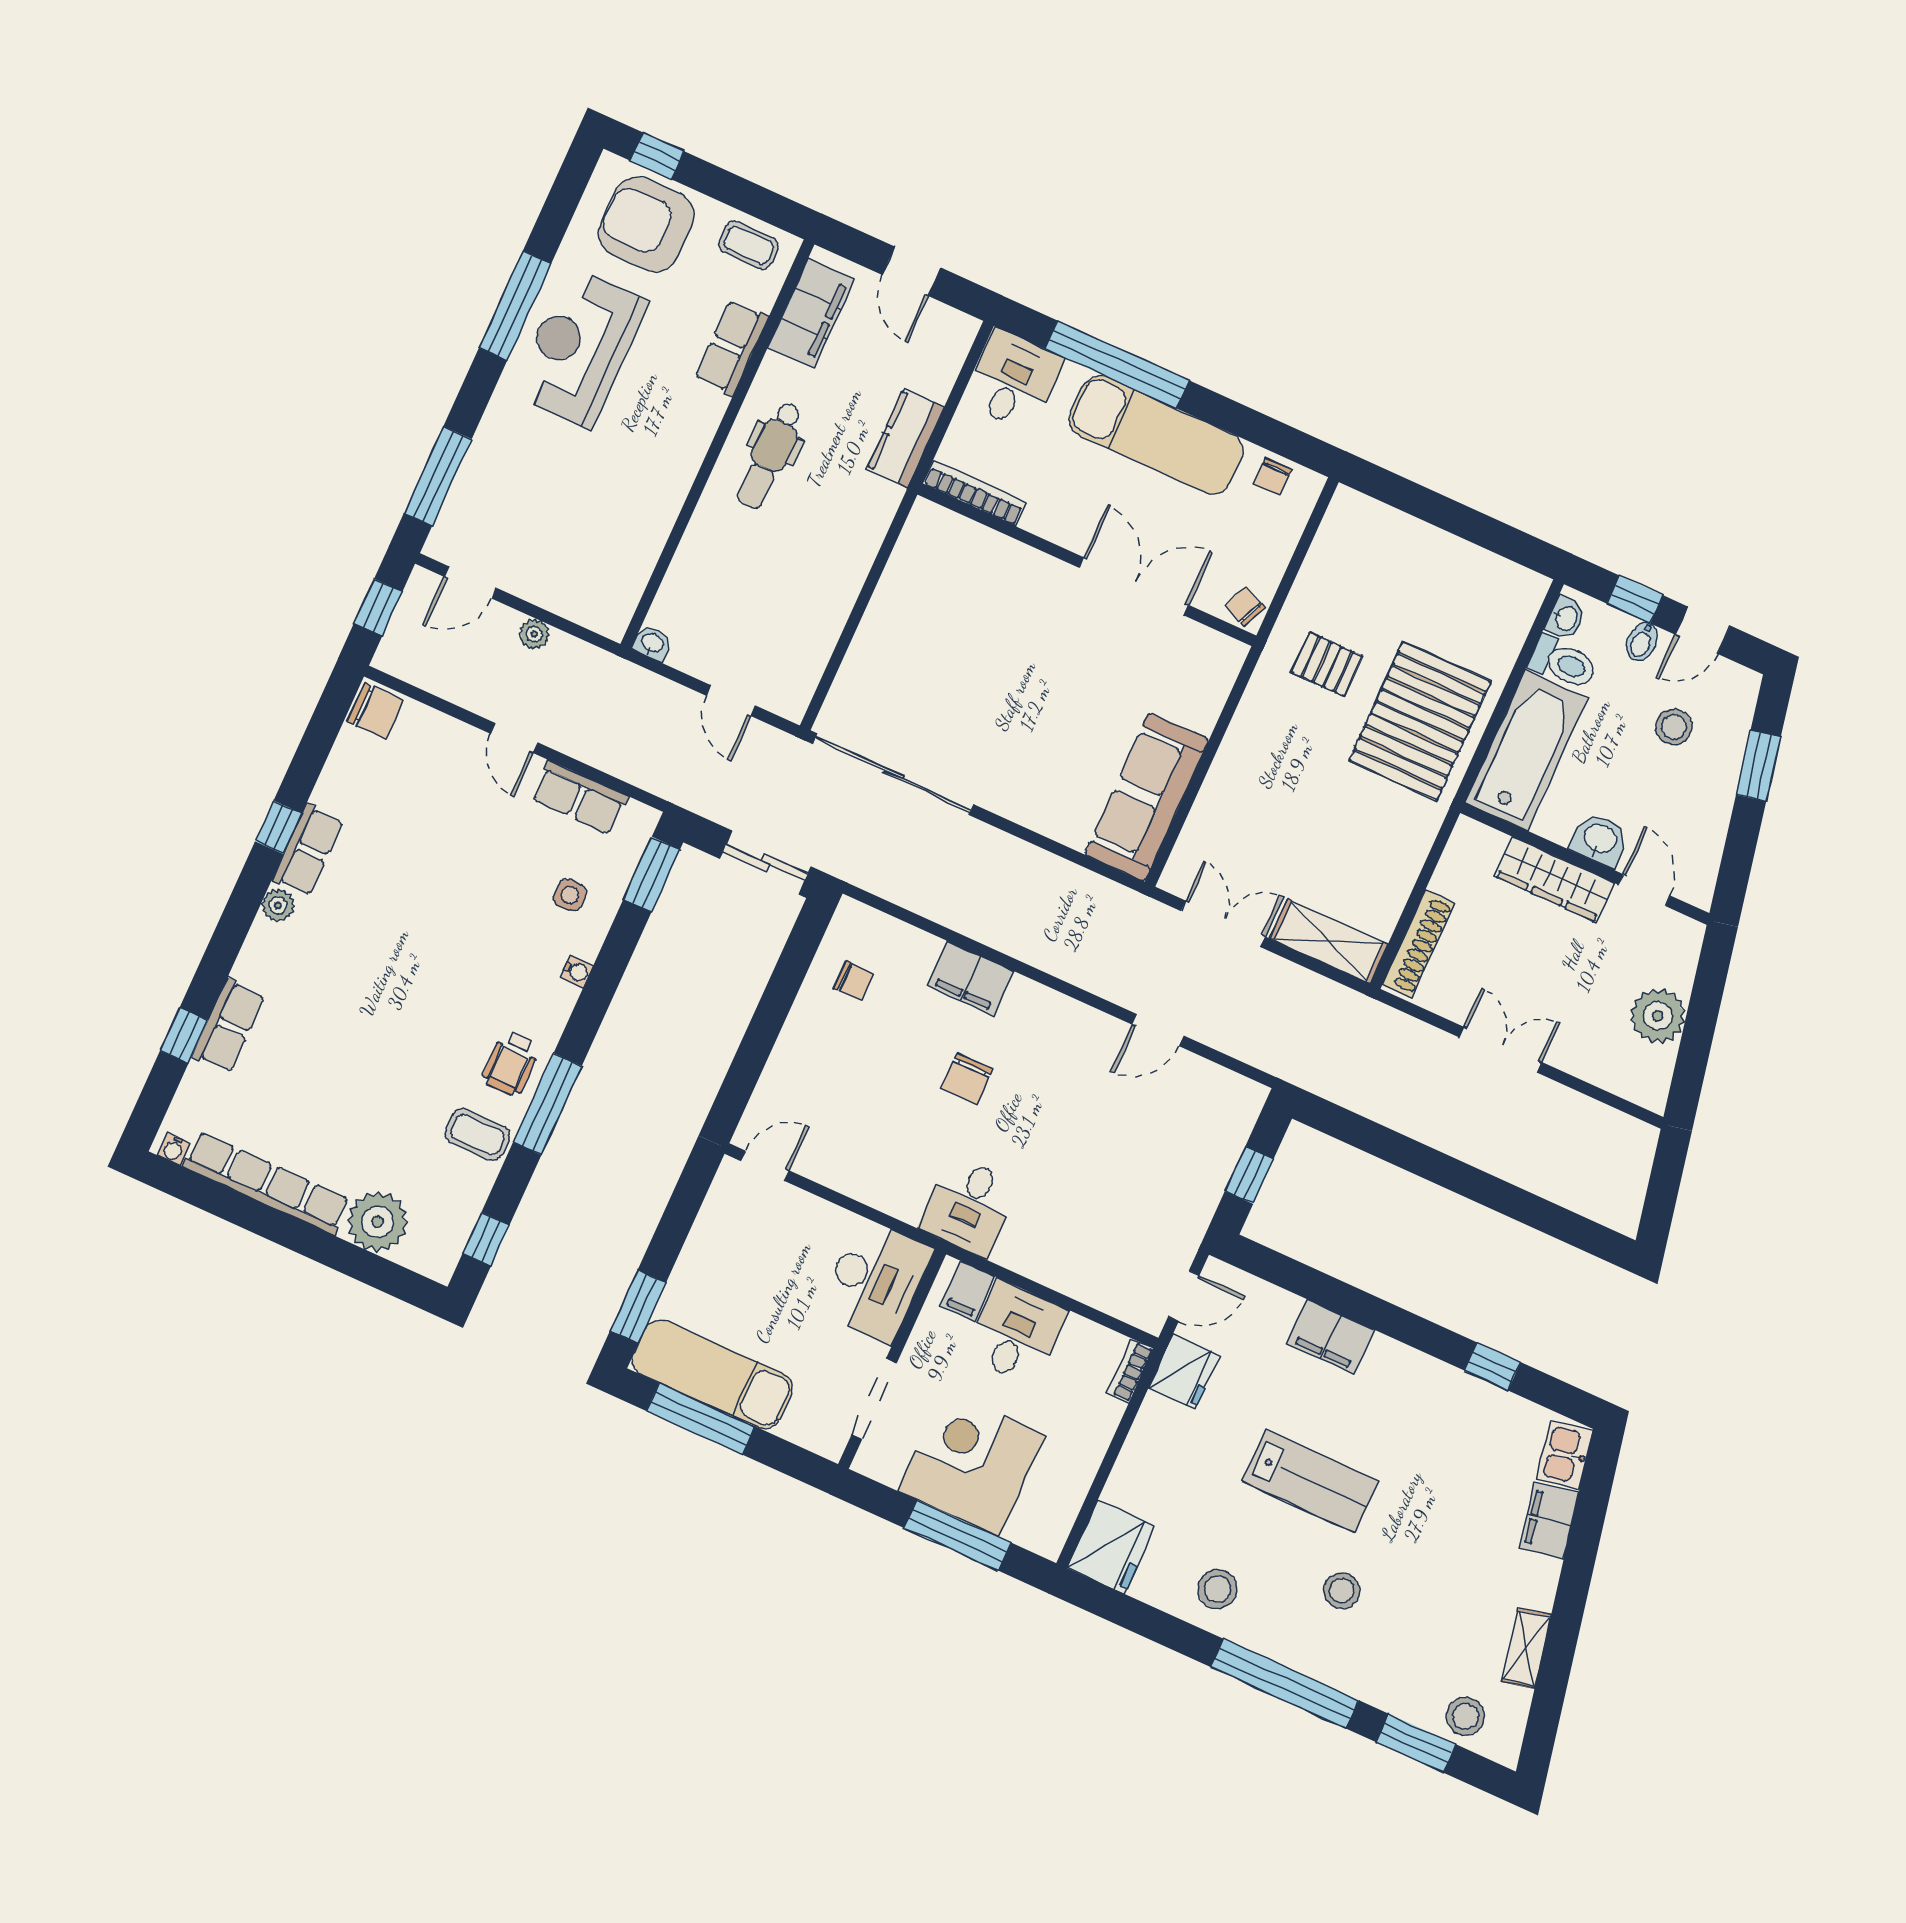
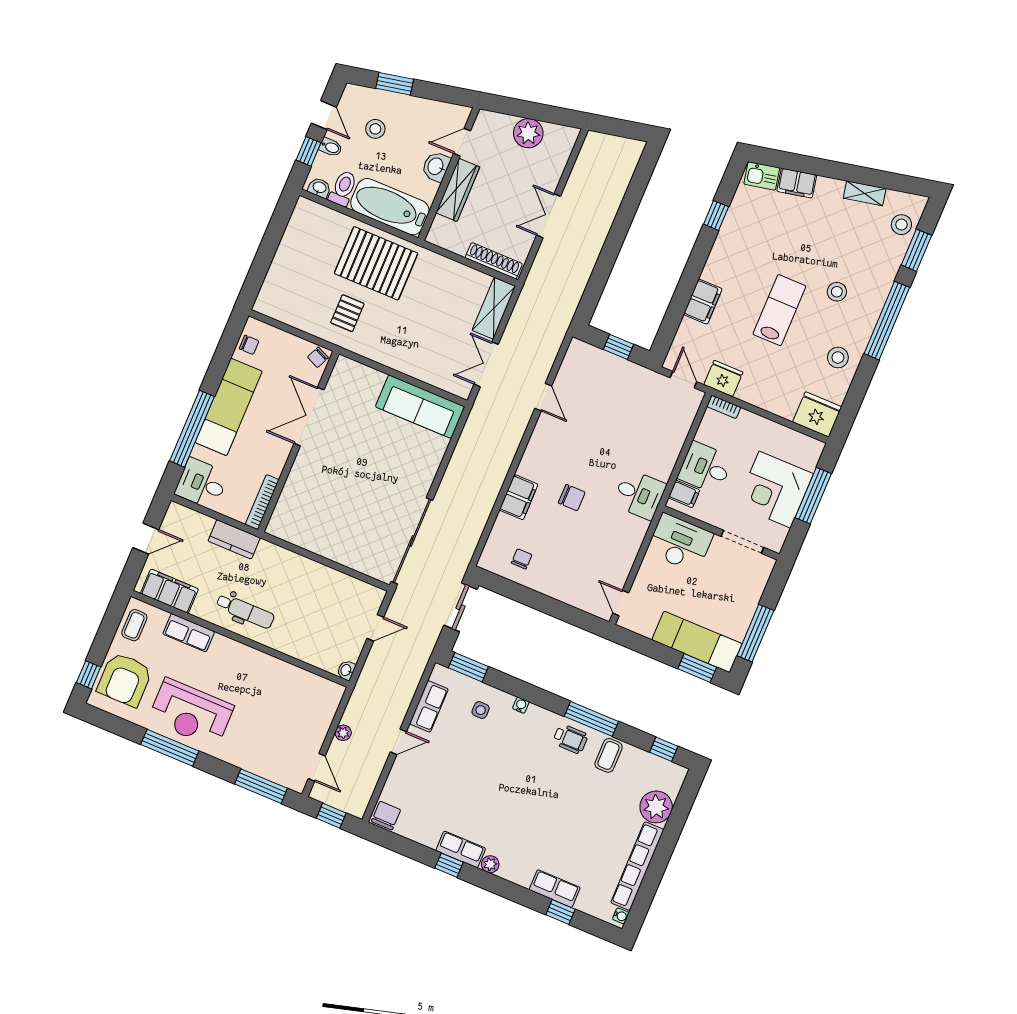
exam couch: (712, 1374) -> (697, 642), moved, turned 90

